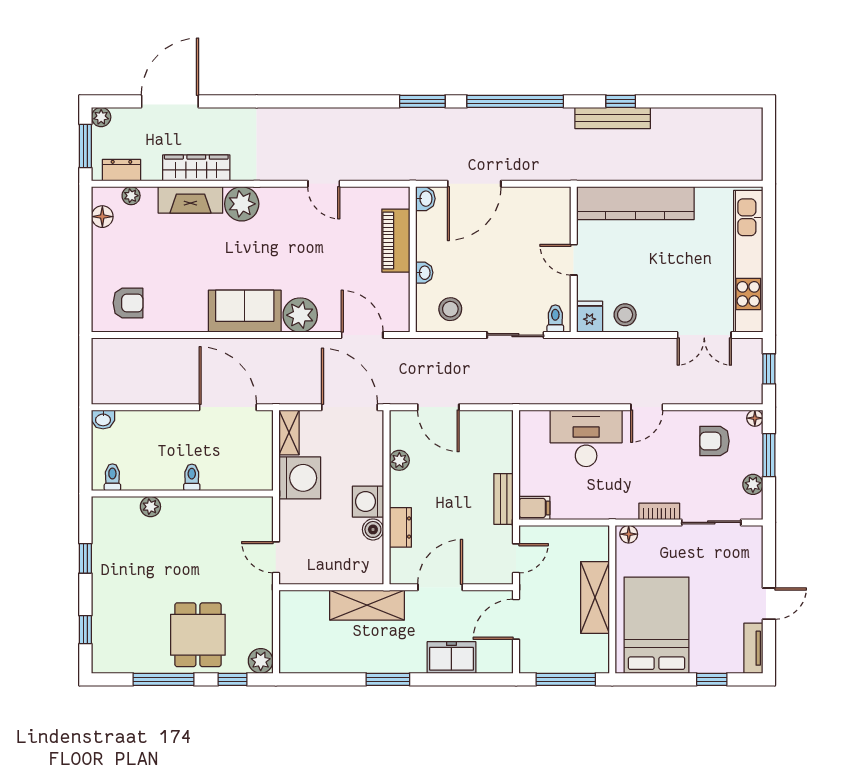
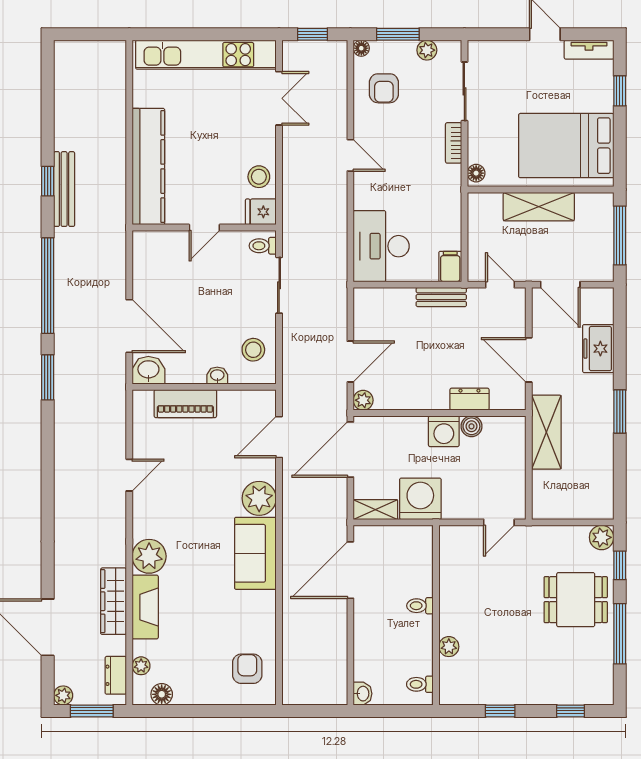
washbasin: (425, 199) -> (148, 370), width x1.38, depth x1.45
desk: (586, 438) -> (381, 246), moved
plant: (399, 460) -> (363, 400), moved

